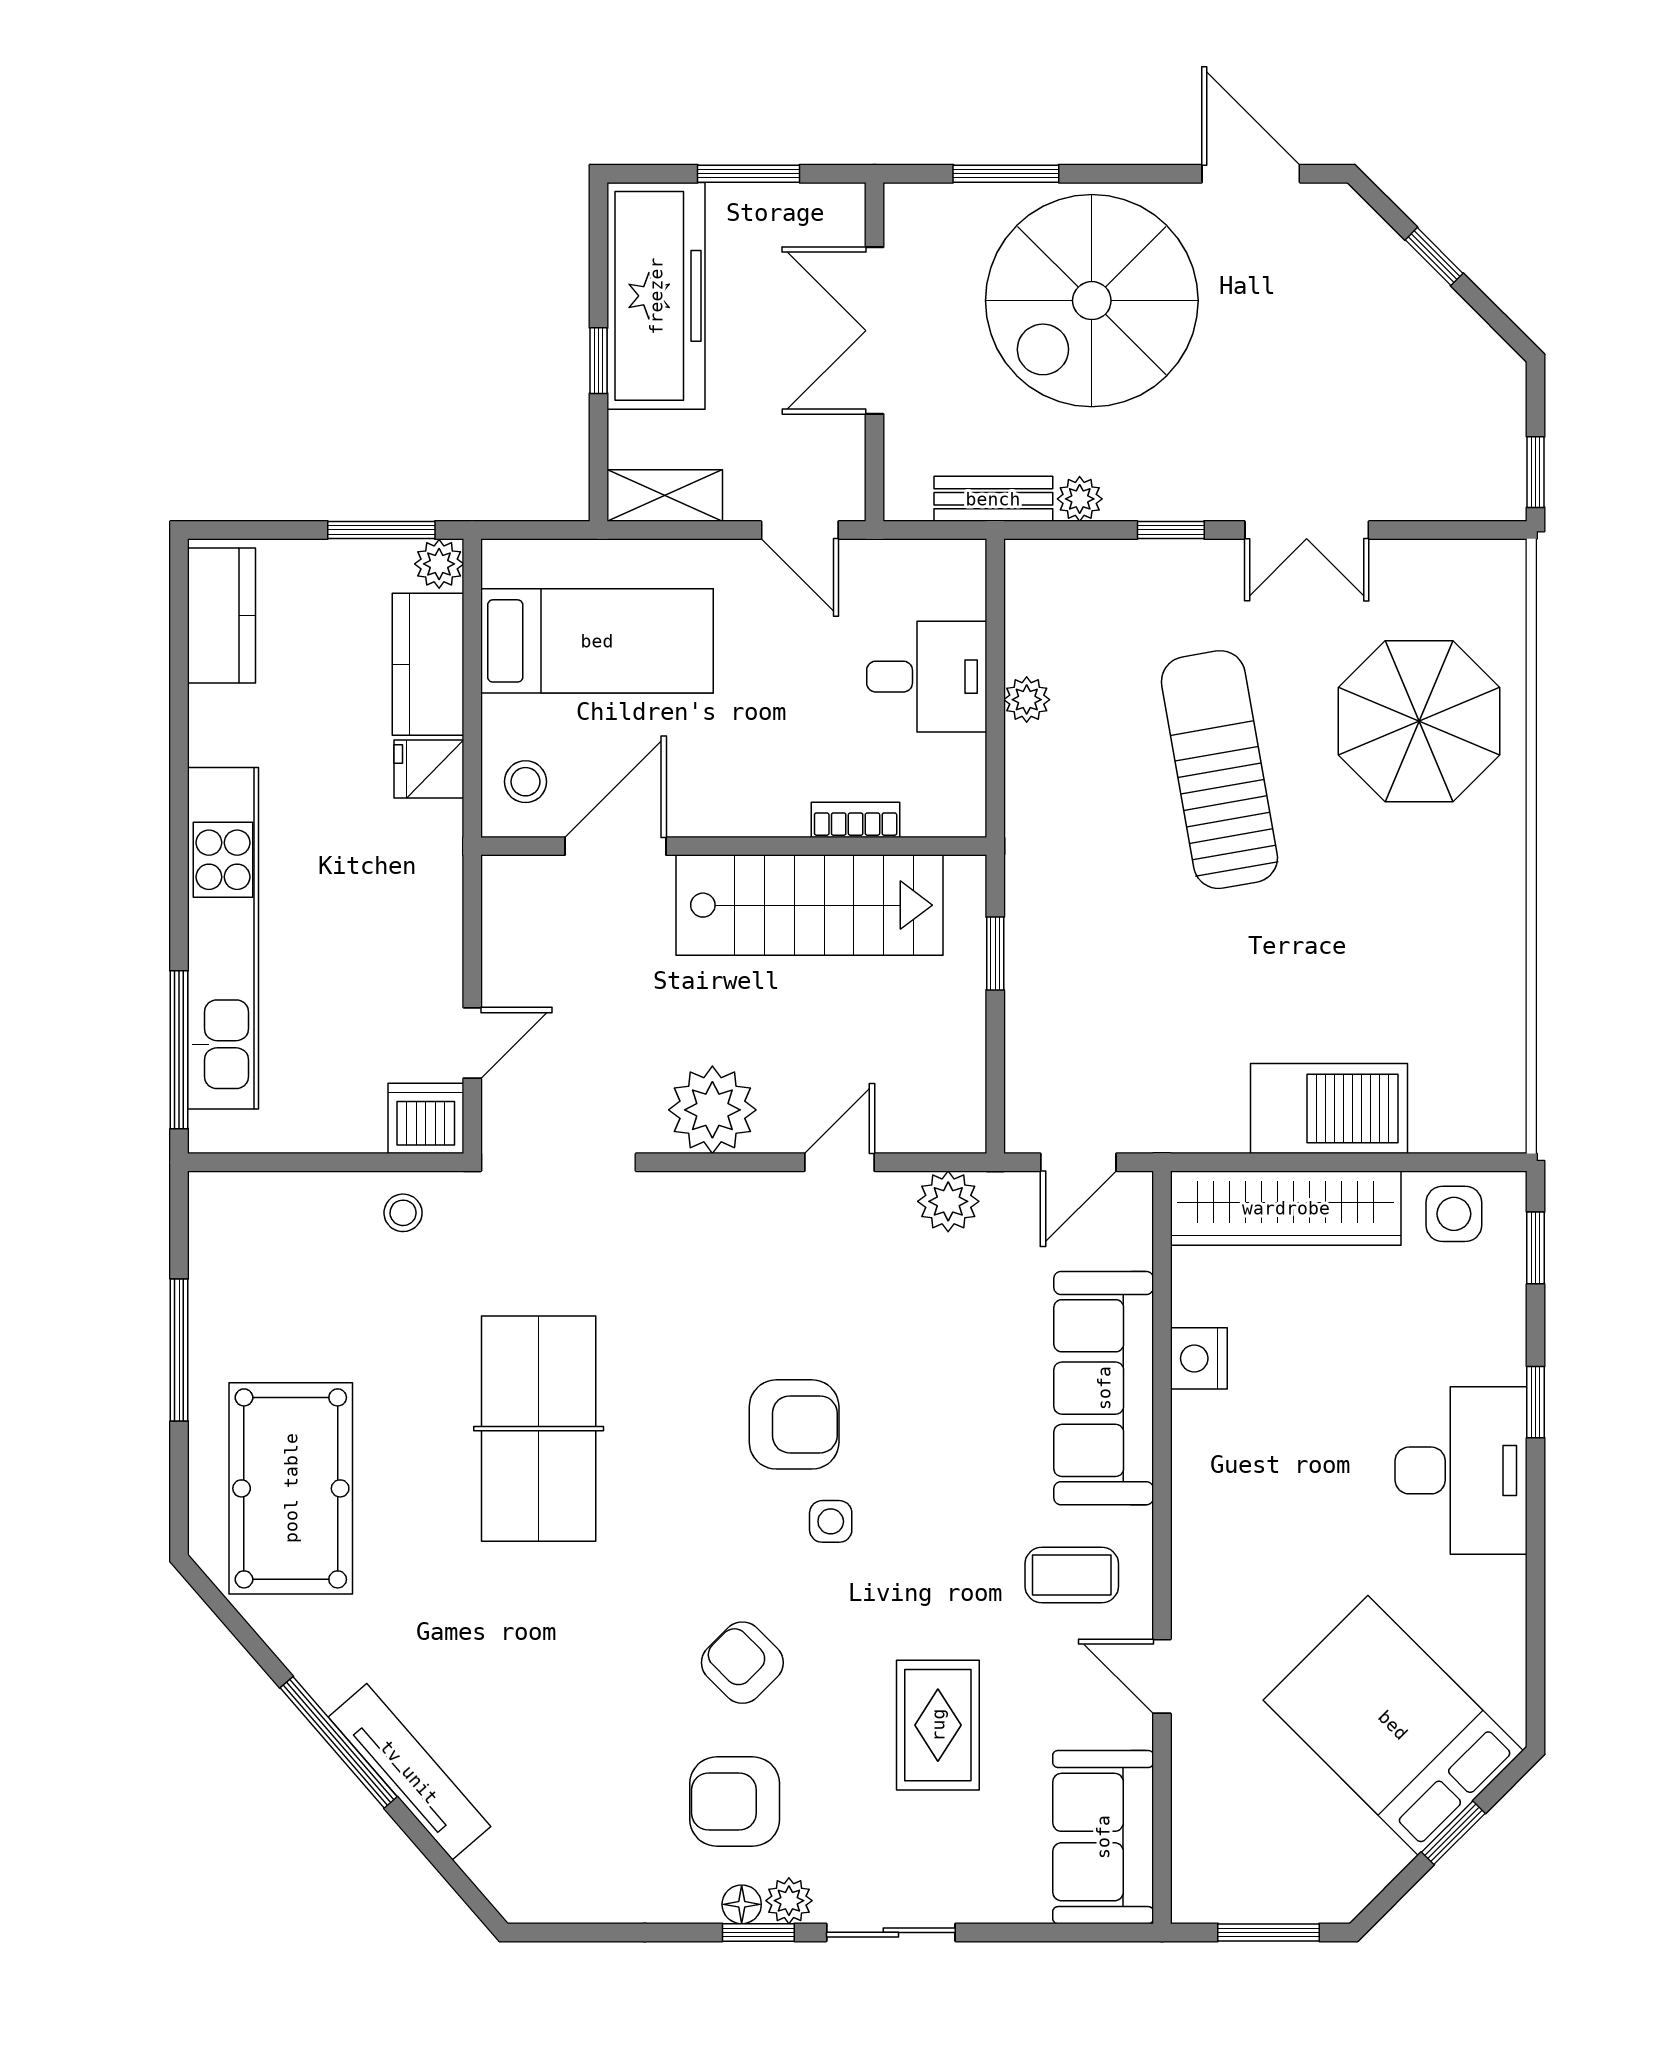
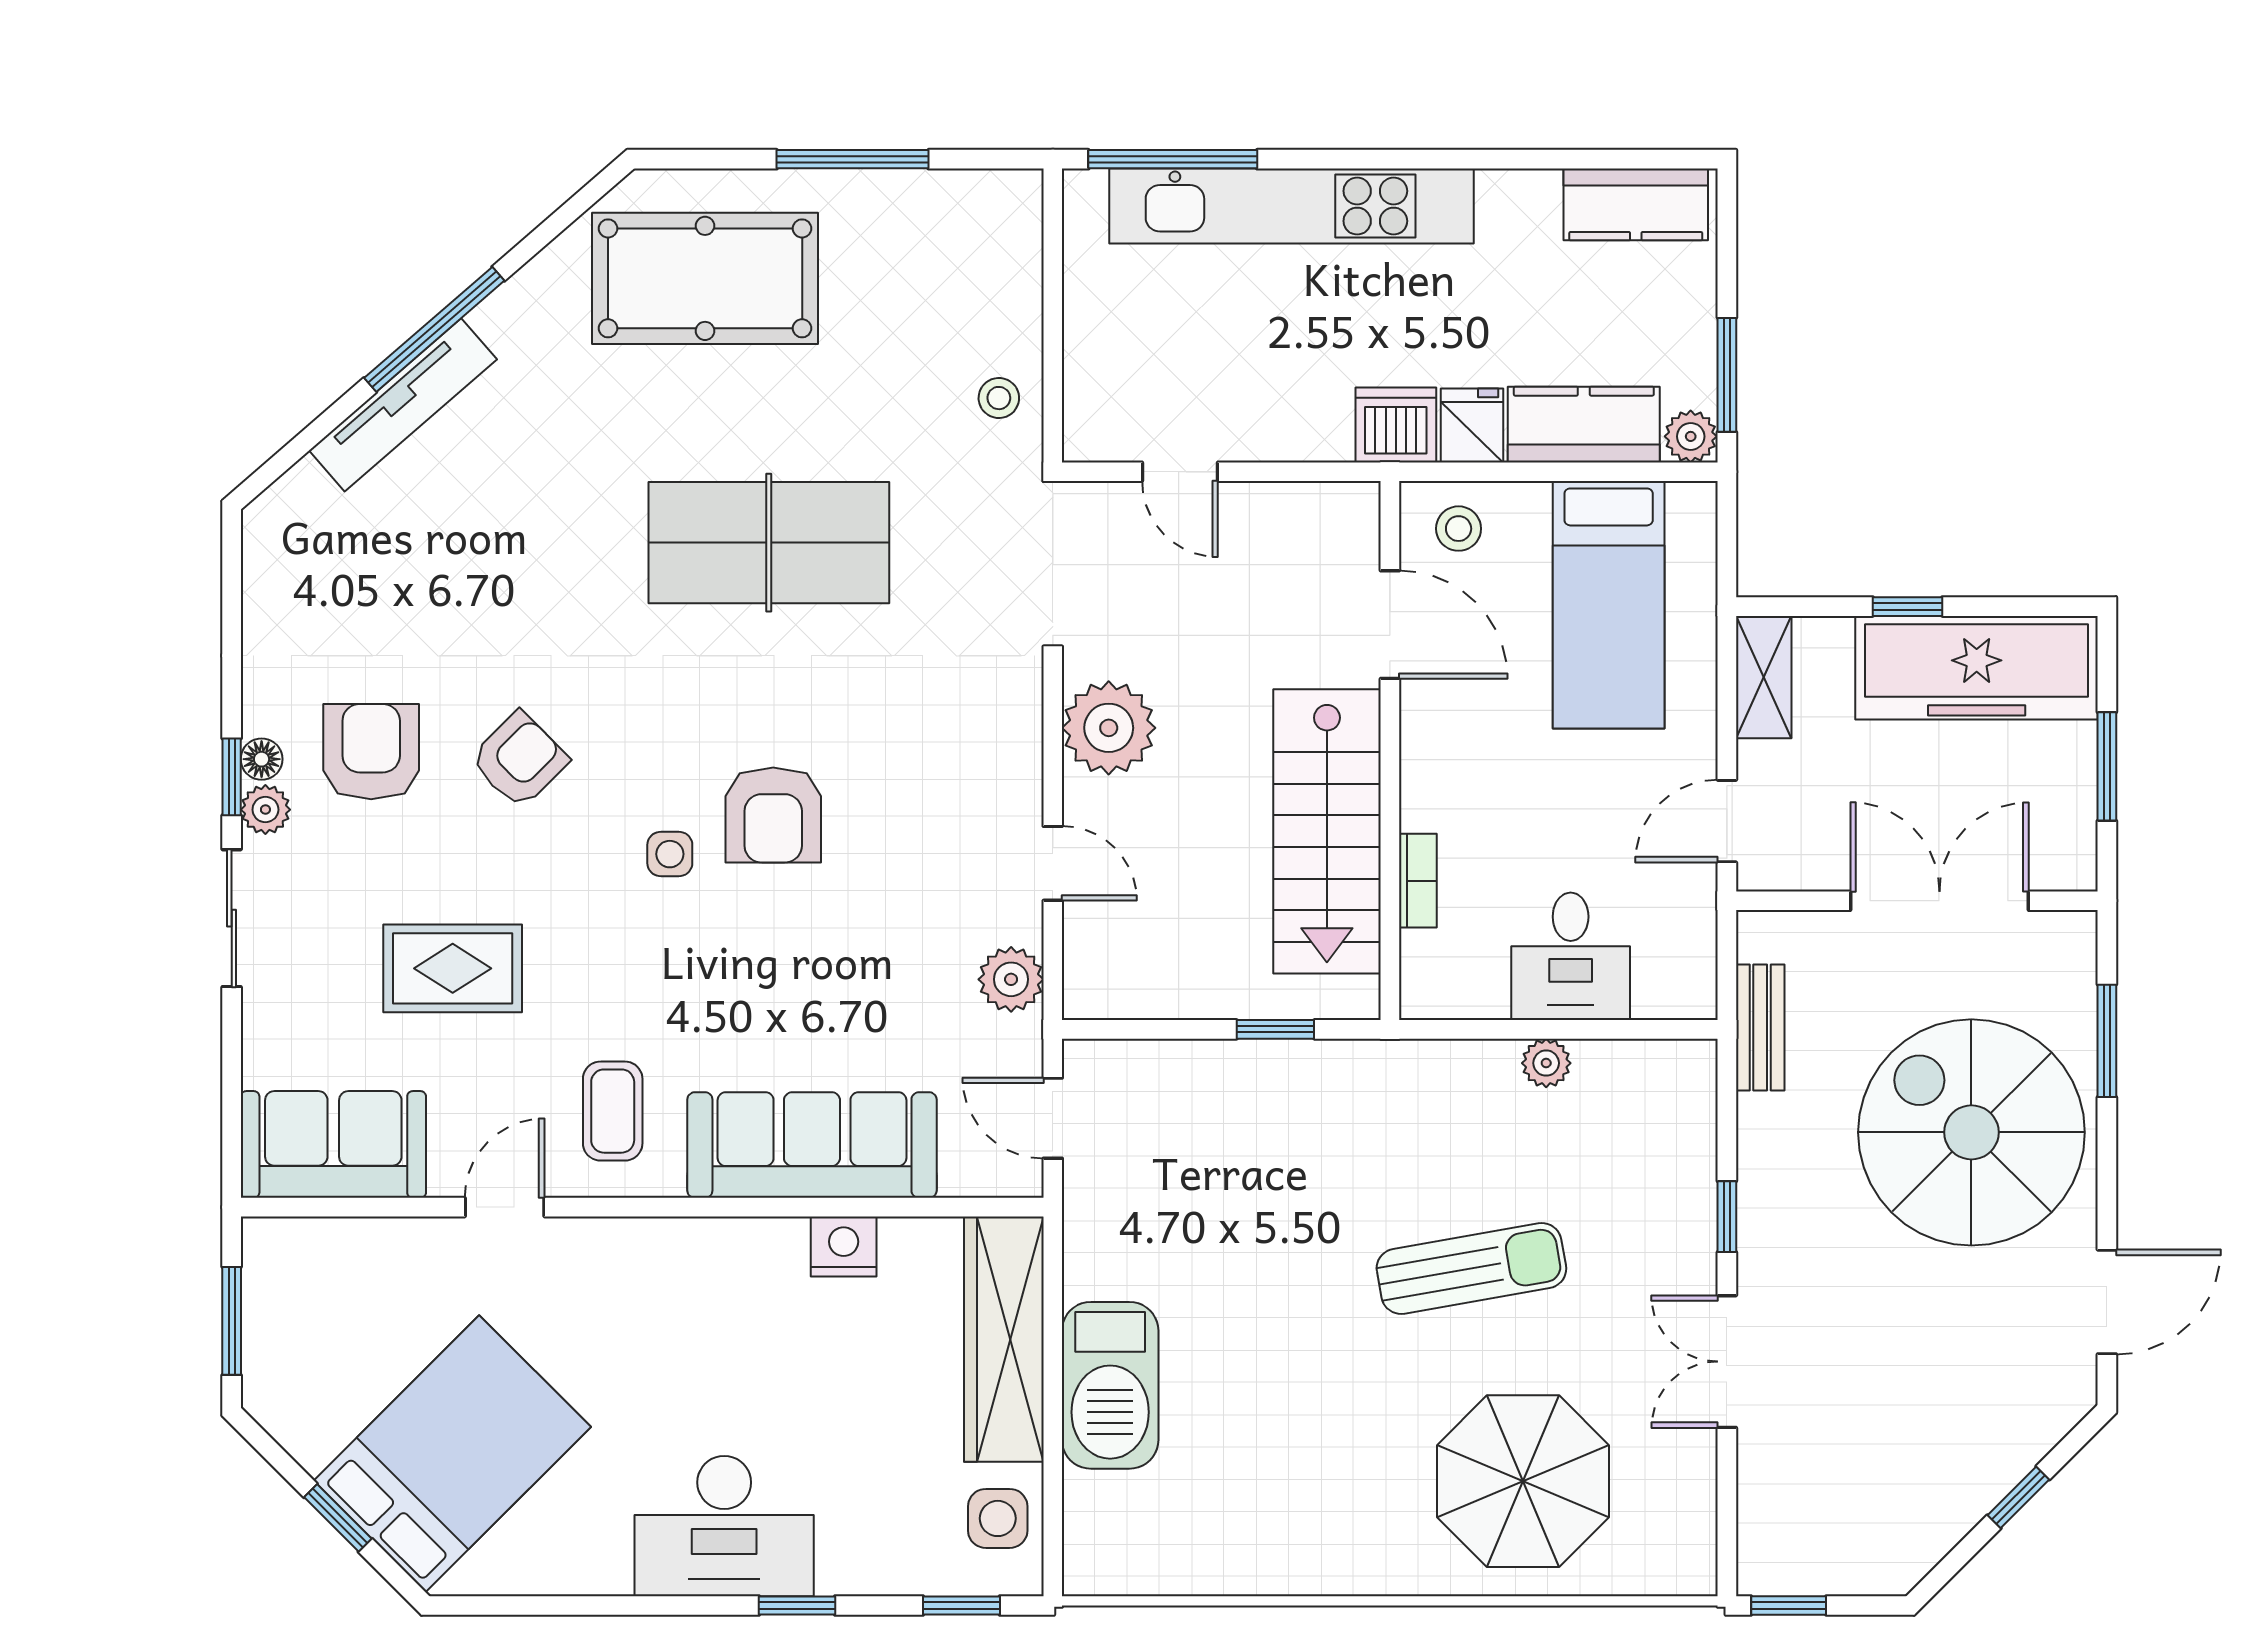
plant: (1080, 499) -> (1760, 1120), removed
sun lounger: (1219, 770) -> (1471, 1268), width x0.73, depth x0.75
dishwasher: (426, 1118) -> (1396, 425), moved, turned -90

